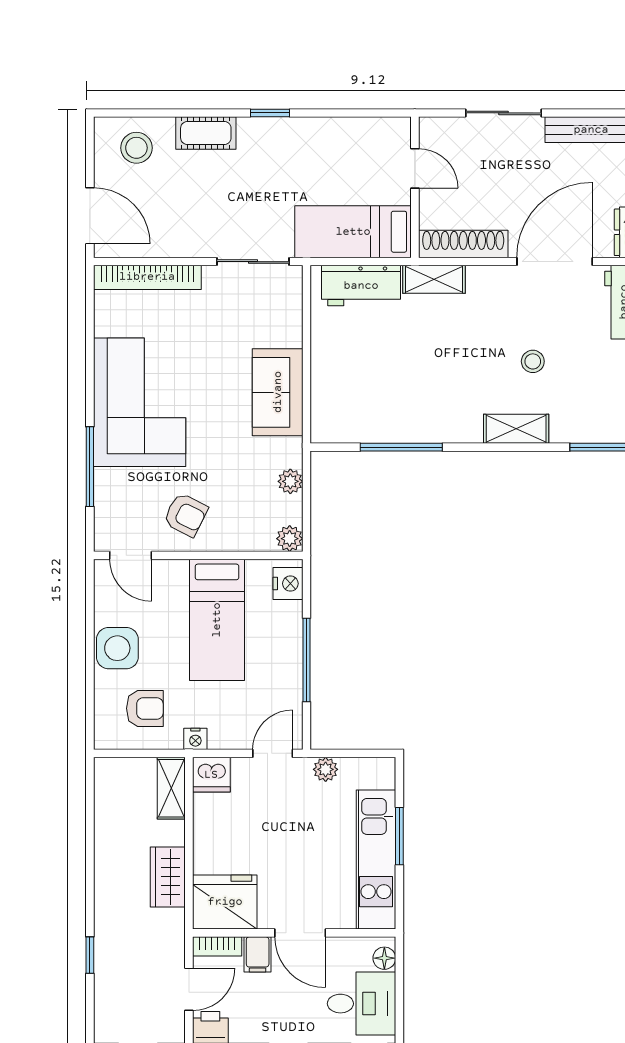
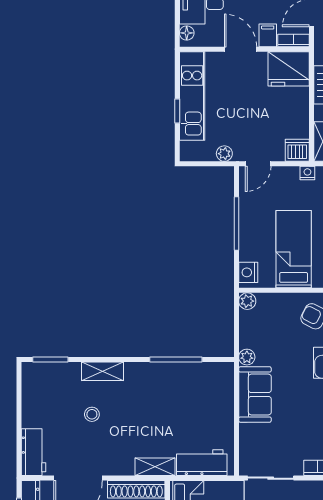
plant: (290, 481) -> (247, 357), moved
window: (399, 836) -> (177, 111), width x0.67

